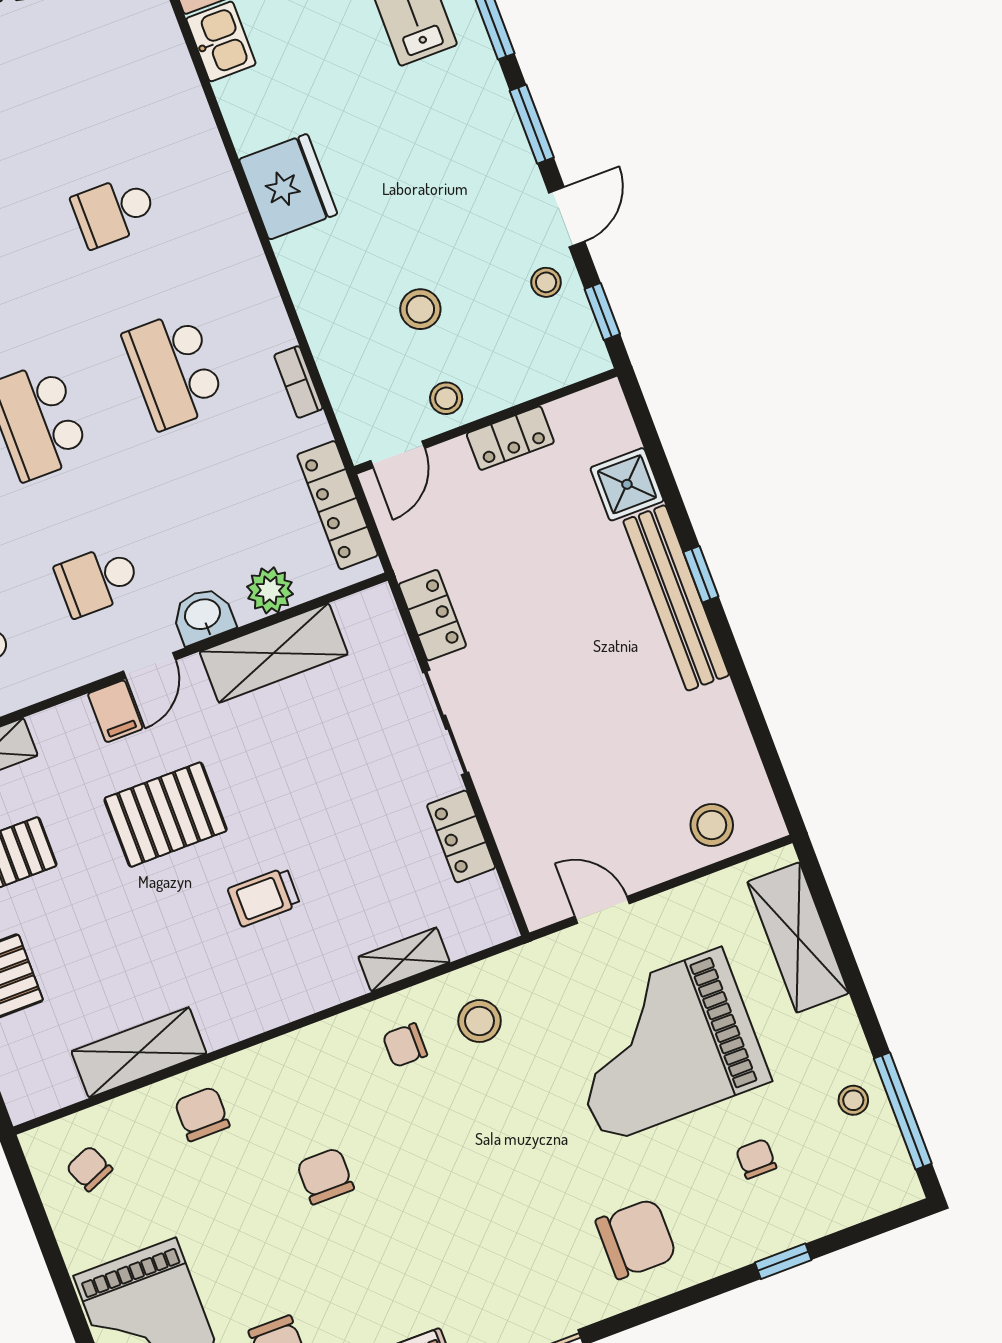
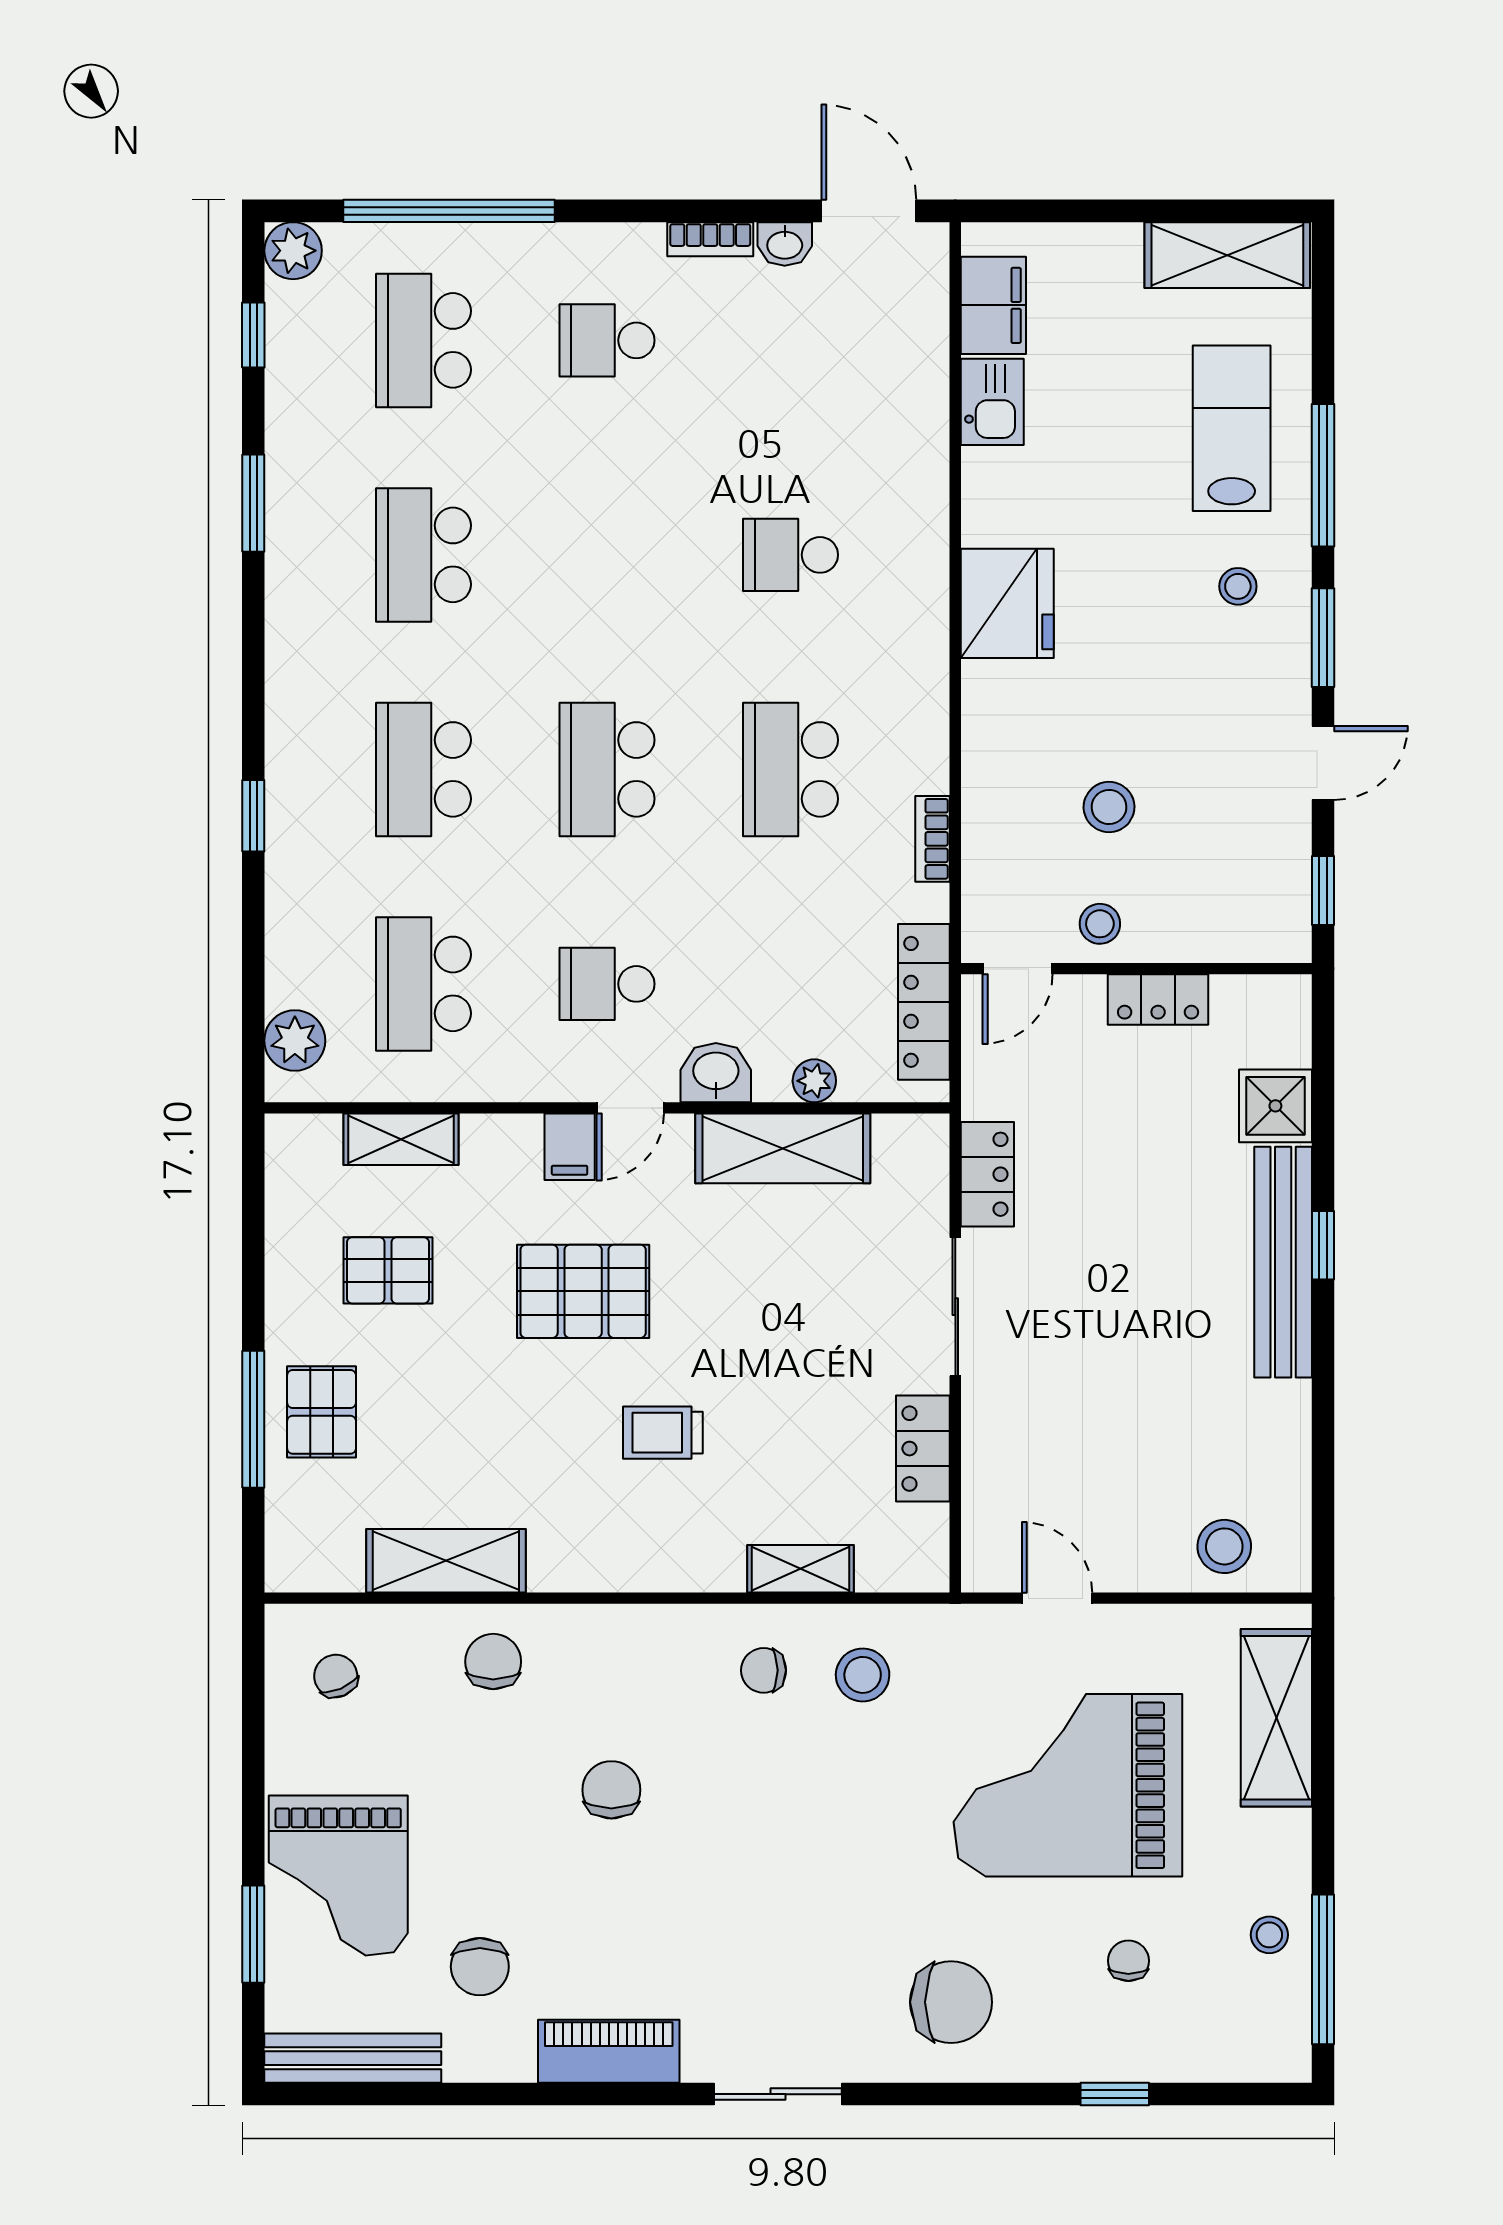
stool: (546, 282) -> (1238, 586), moved
plant: (270, 590) -> (814, 1081), width x0.73, depth x0.73

